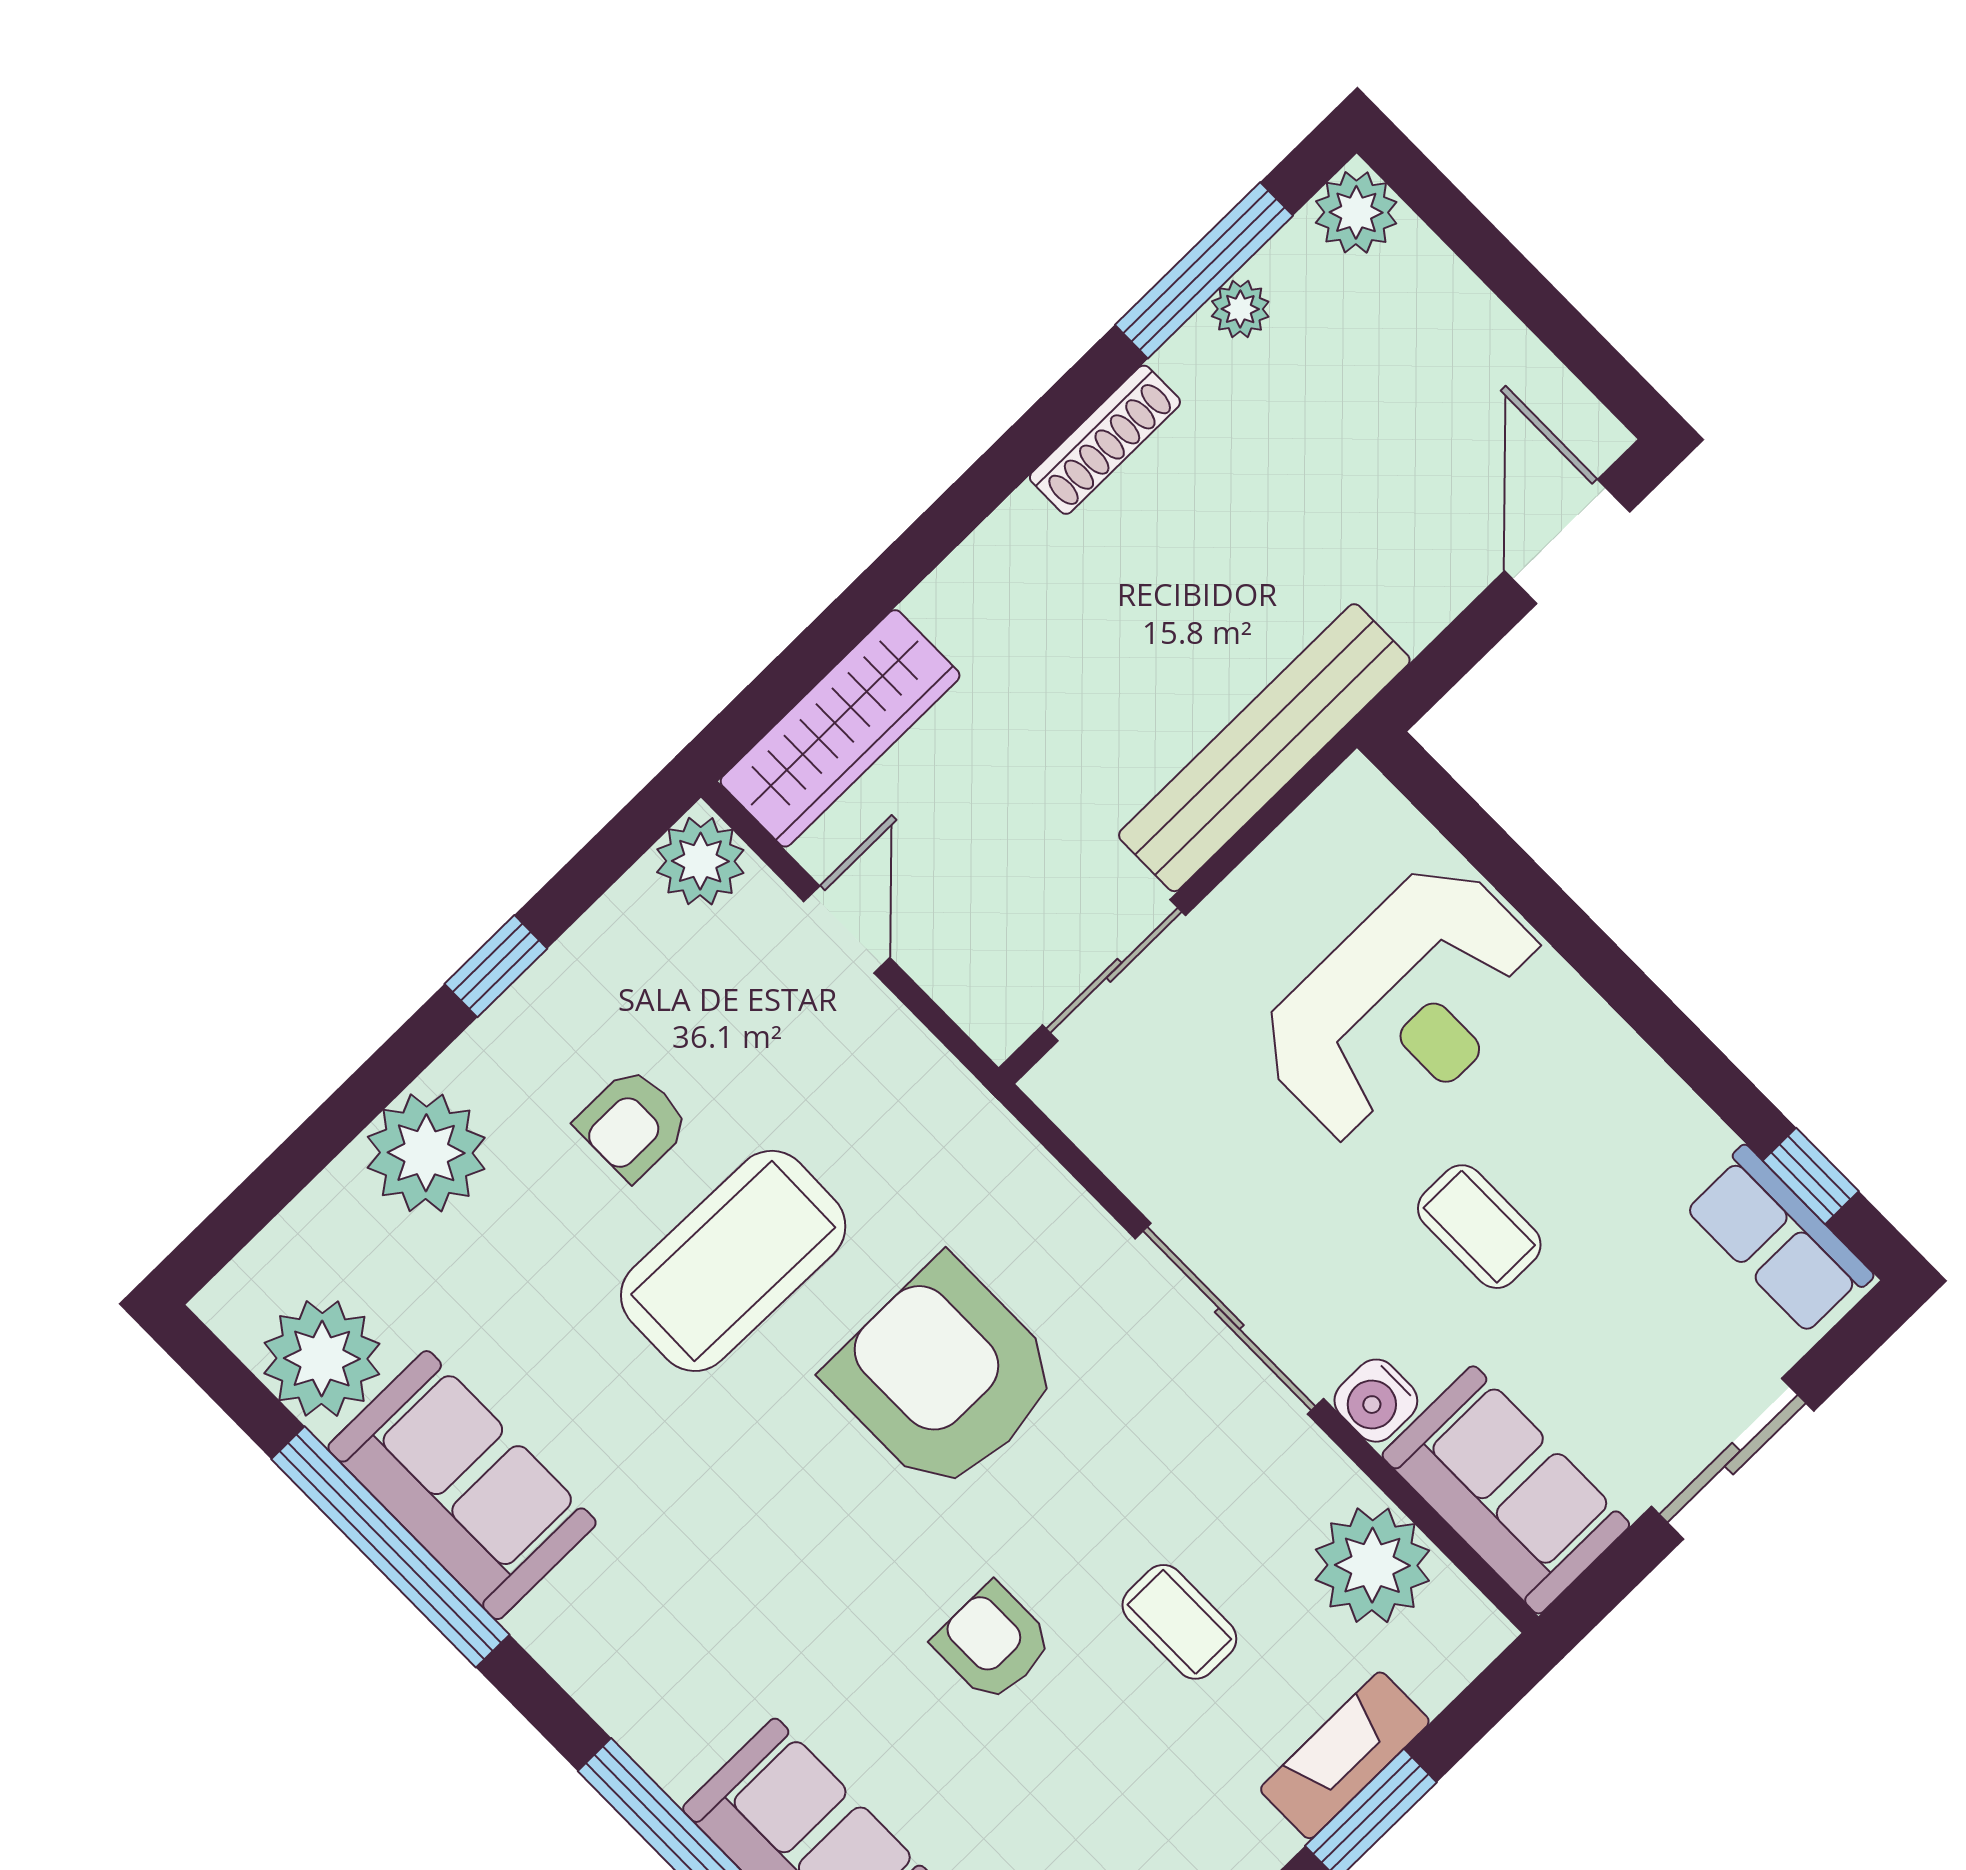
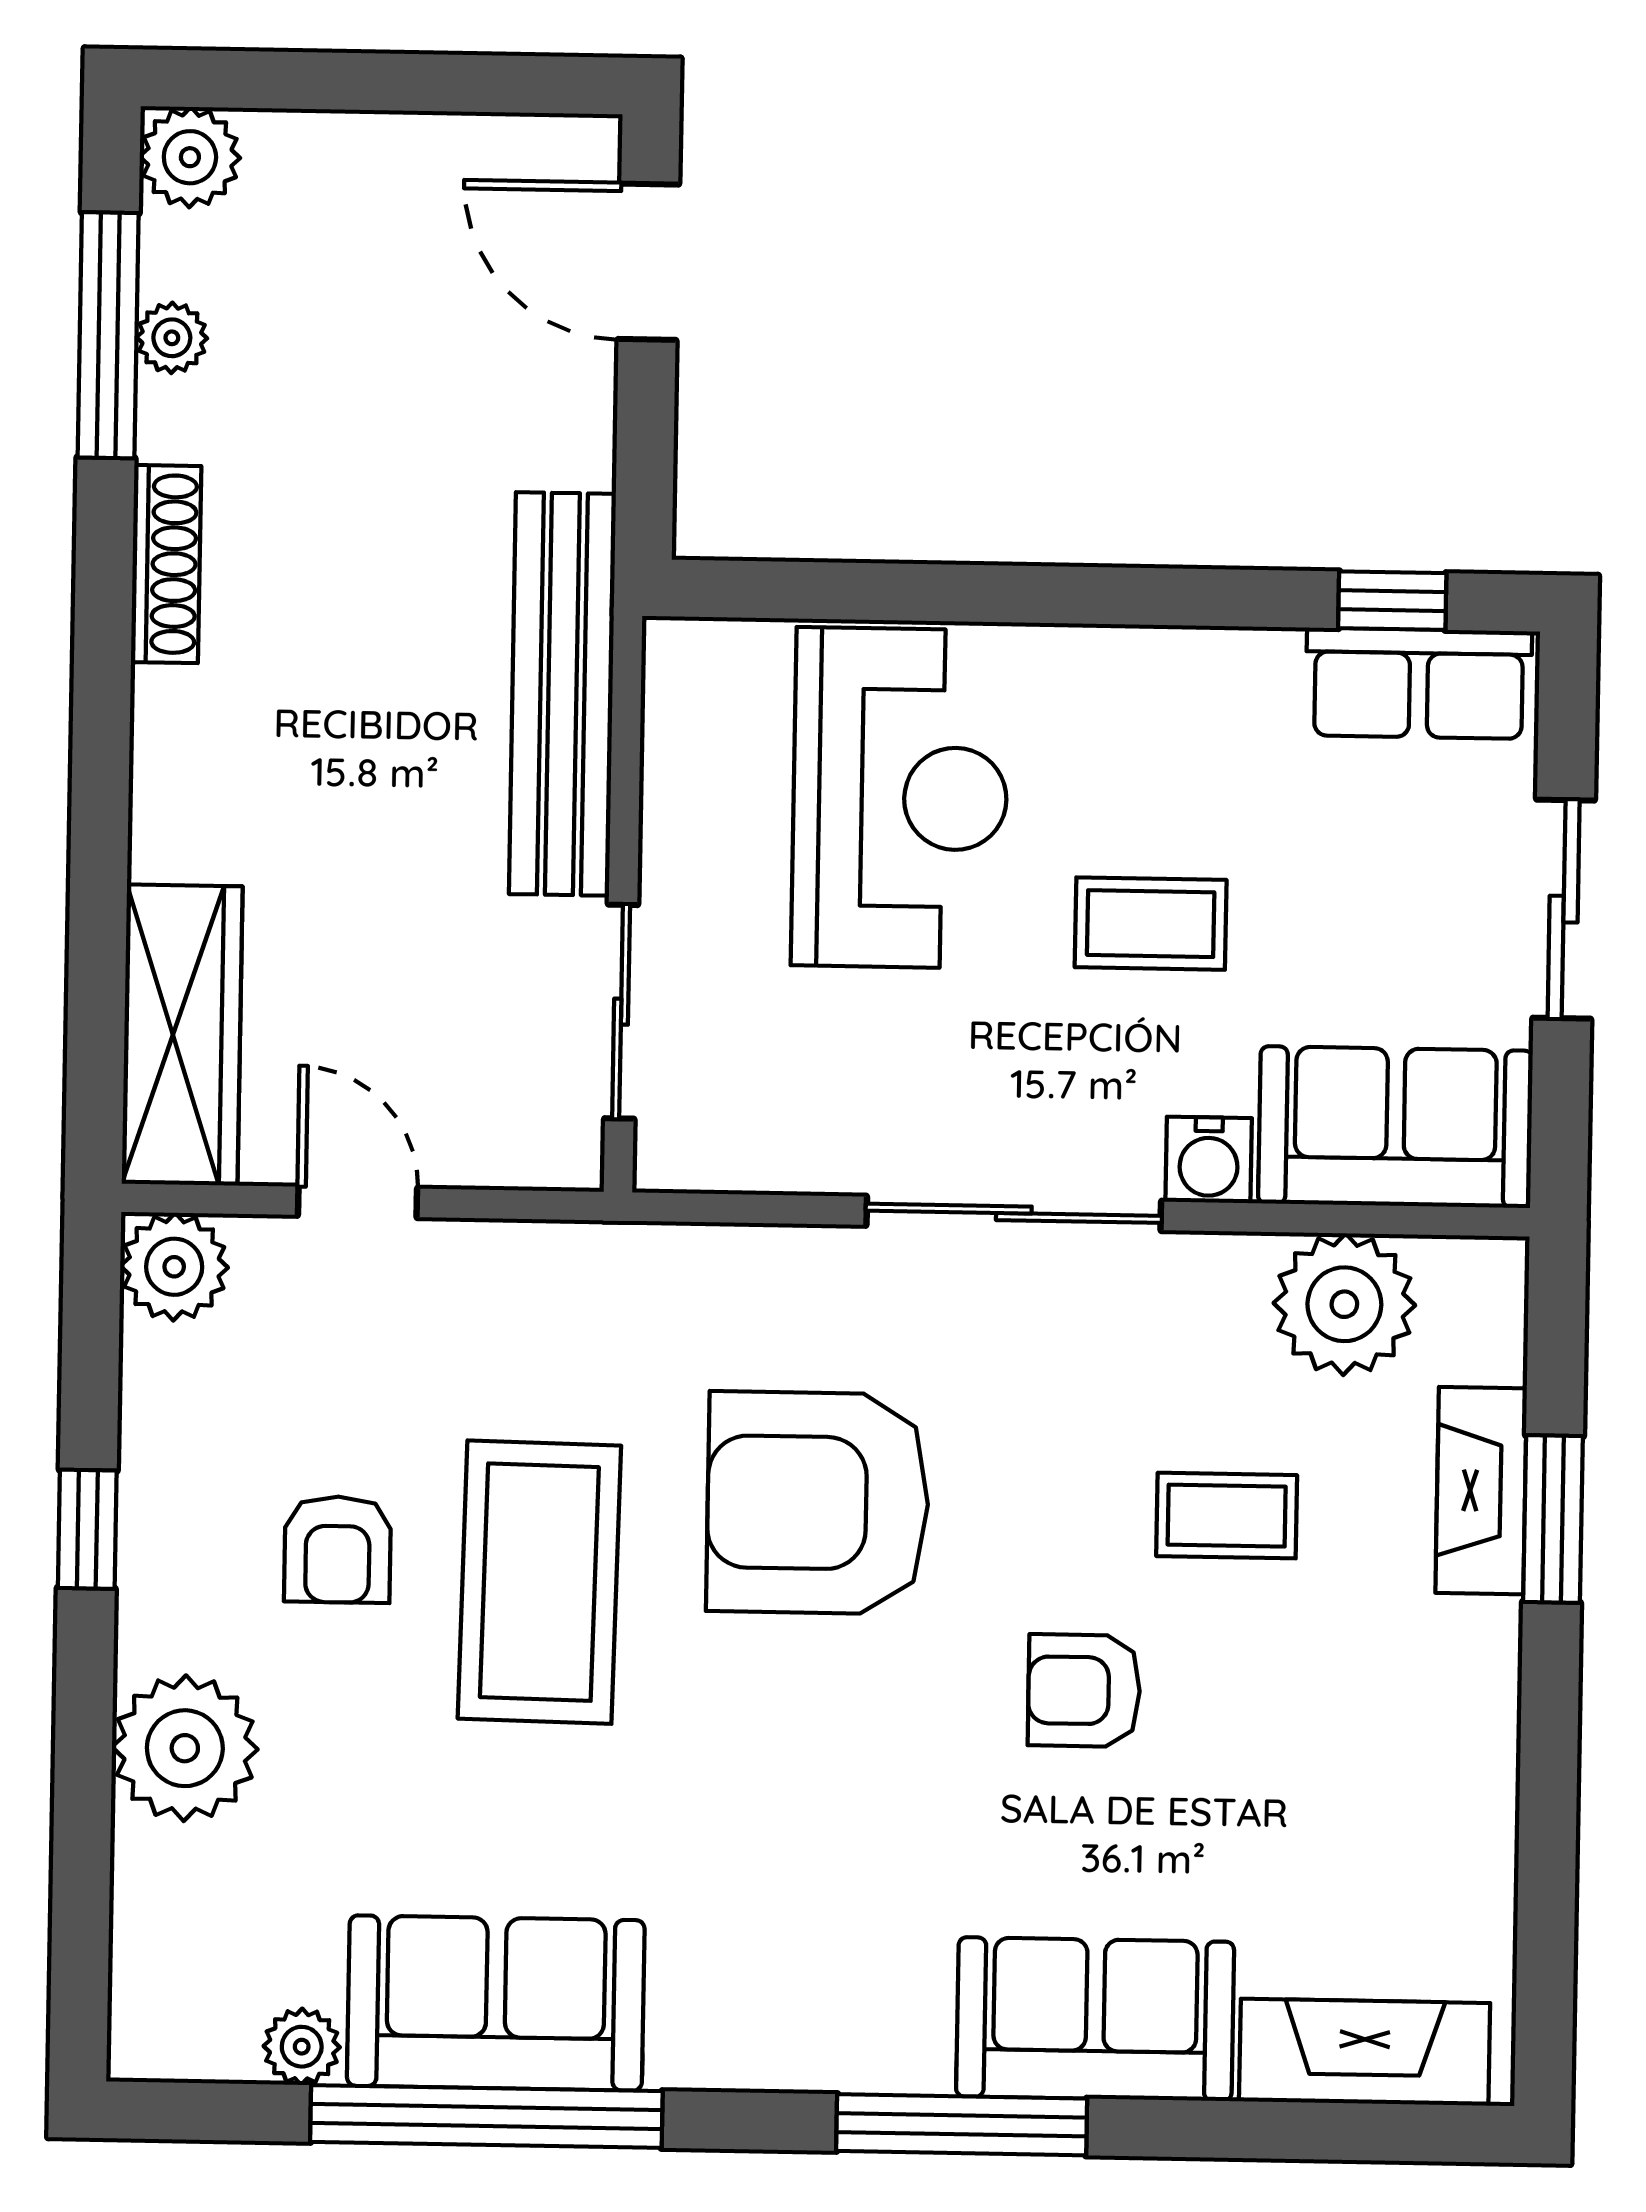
plant: (322, 1358) -> (302, 2047), width x0.53, depth x0.53

